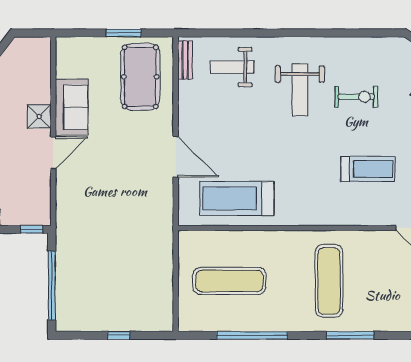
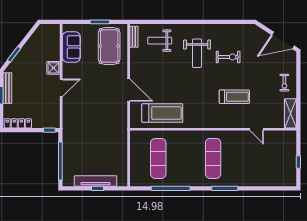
sofa: (72, 107) -> (71, 47), moved
treadmill: (237, 198) -> (162, 113), turned 180
exercise mat: (229, 281) -> (158, 158), turned 90
tv unit: (116, 322) -> (96, 181), added

